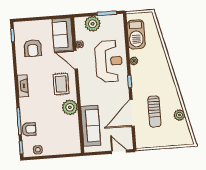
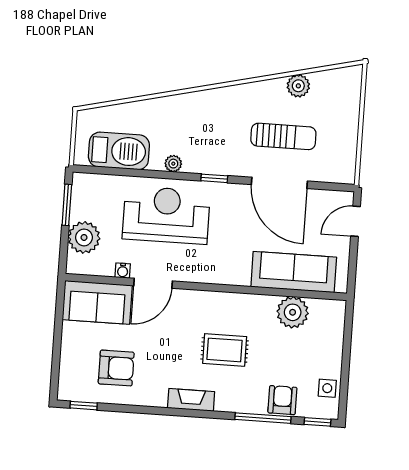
rug: (61, 84) -> (225, 350), moved
plant: (70, 107) -> (293, 312), moved

